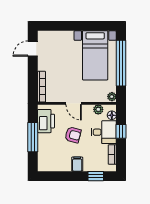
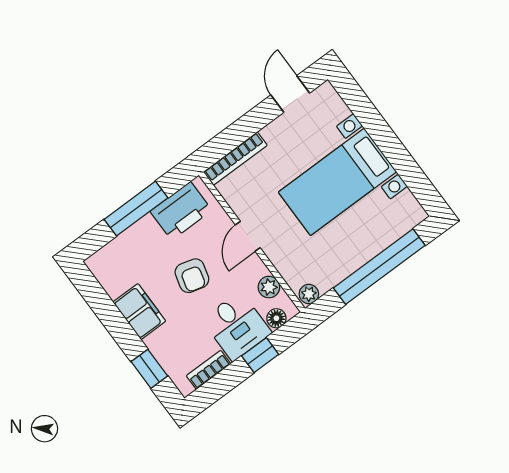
door: (33, 49) -> (290, 94), hinge flipped
bed with nightstands: (95, 55) -> (337, 182), moved
filing cabinet: (77, 164) -> (139, 312), width x2.00

